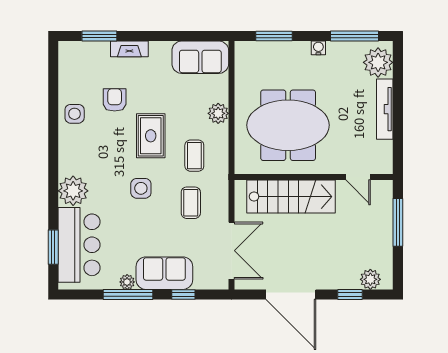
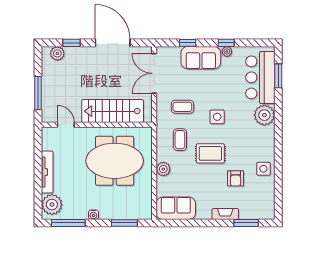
rug: (151, 136) -> (210, 153), turned 90
coffee table: (191, 203) -> (182, 107), turned 90
window: (128, 294) -> (226, 43), width x0.46

